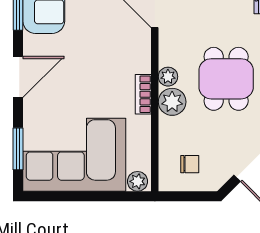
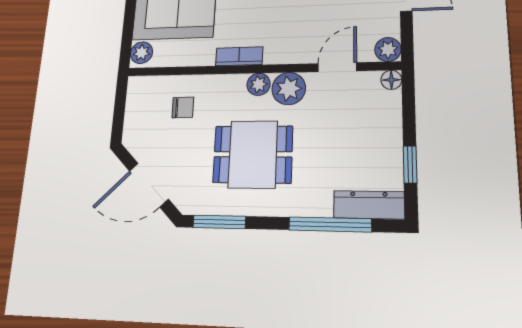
plant: (172, 102) -> (289, 89), moved
chair: (190, 164) -> (183, 107), moved, turned -91

